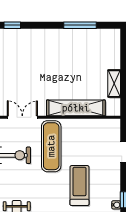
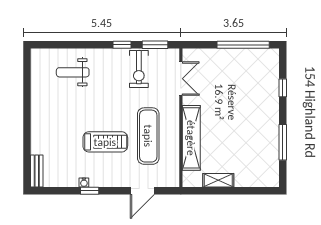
window: (12, 25) -> (283, 88), moved
exercise mat: (51, 146) -> (148, 136), moved, turned 90

